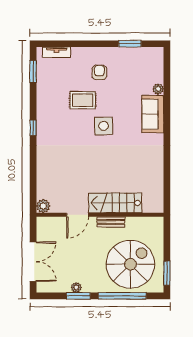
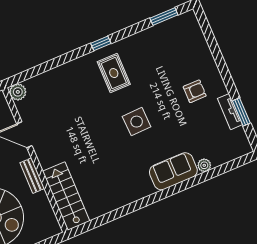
tv unit: (57, 52) -> (230, 112), moved
rug: (83, 100) -> (114, 73), moved
stairs: (115, 203) -> (66, 196), moved

